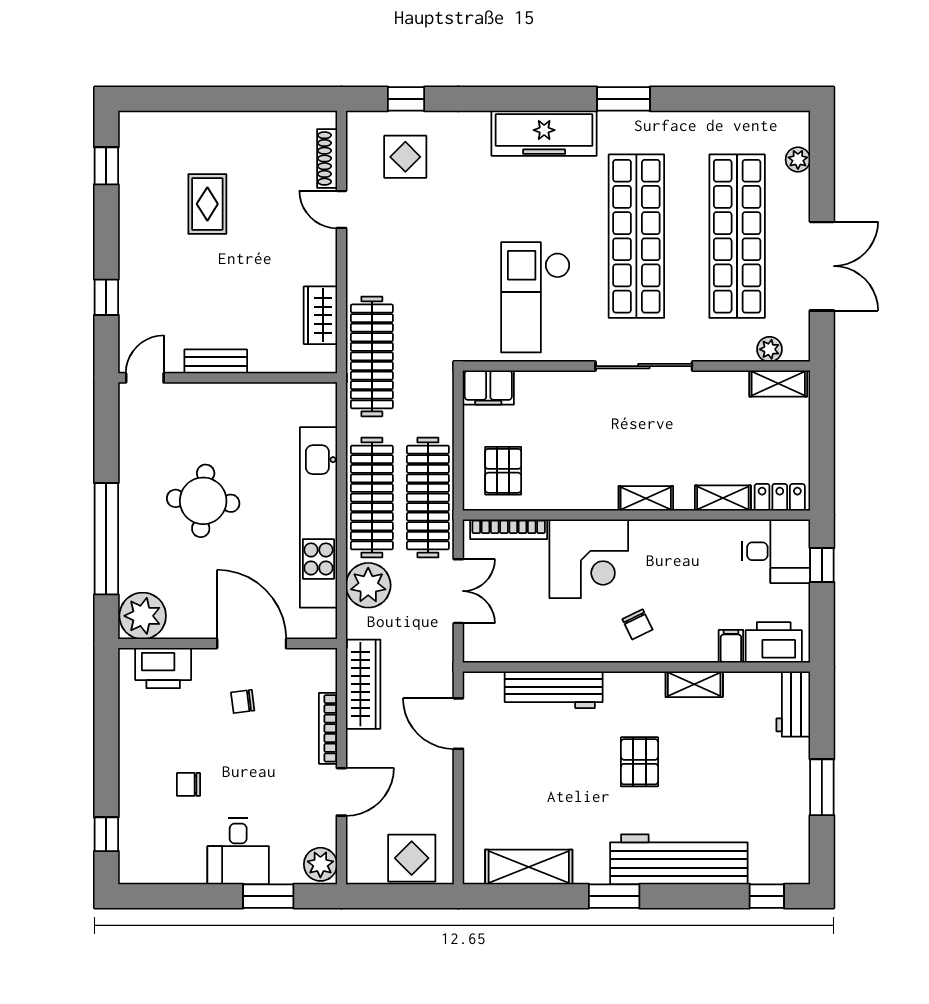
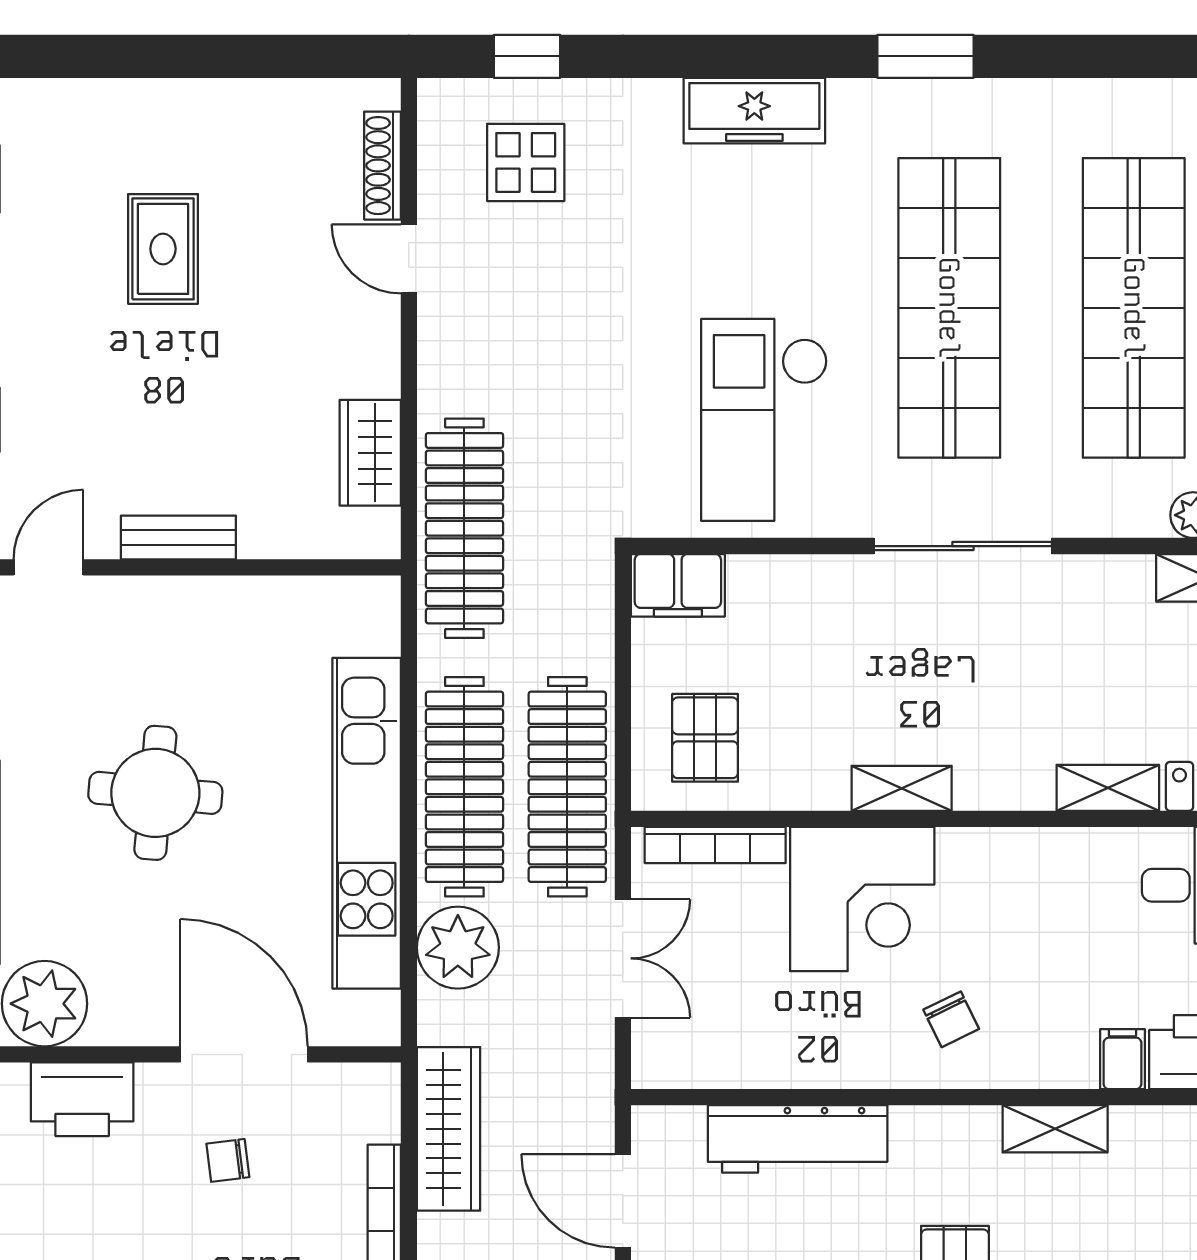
freezer: (544, 133) -> (754, 111), width x0.73, depth x0.79
shelving: (646, 498) -> (902, 788), moved

